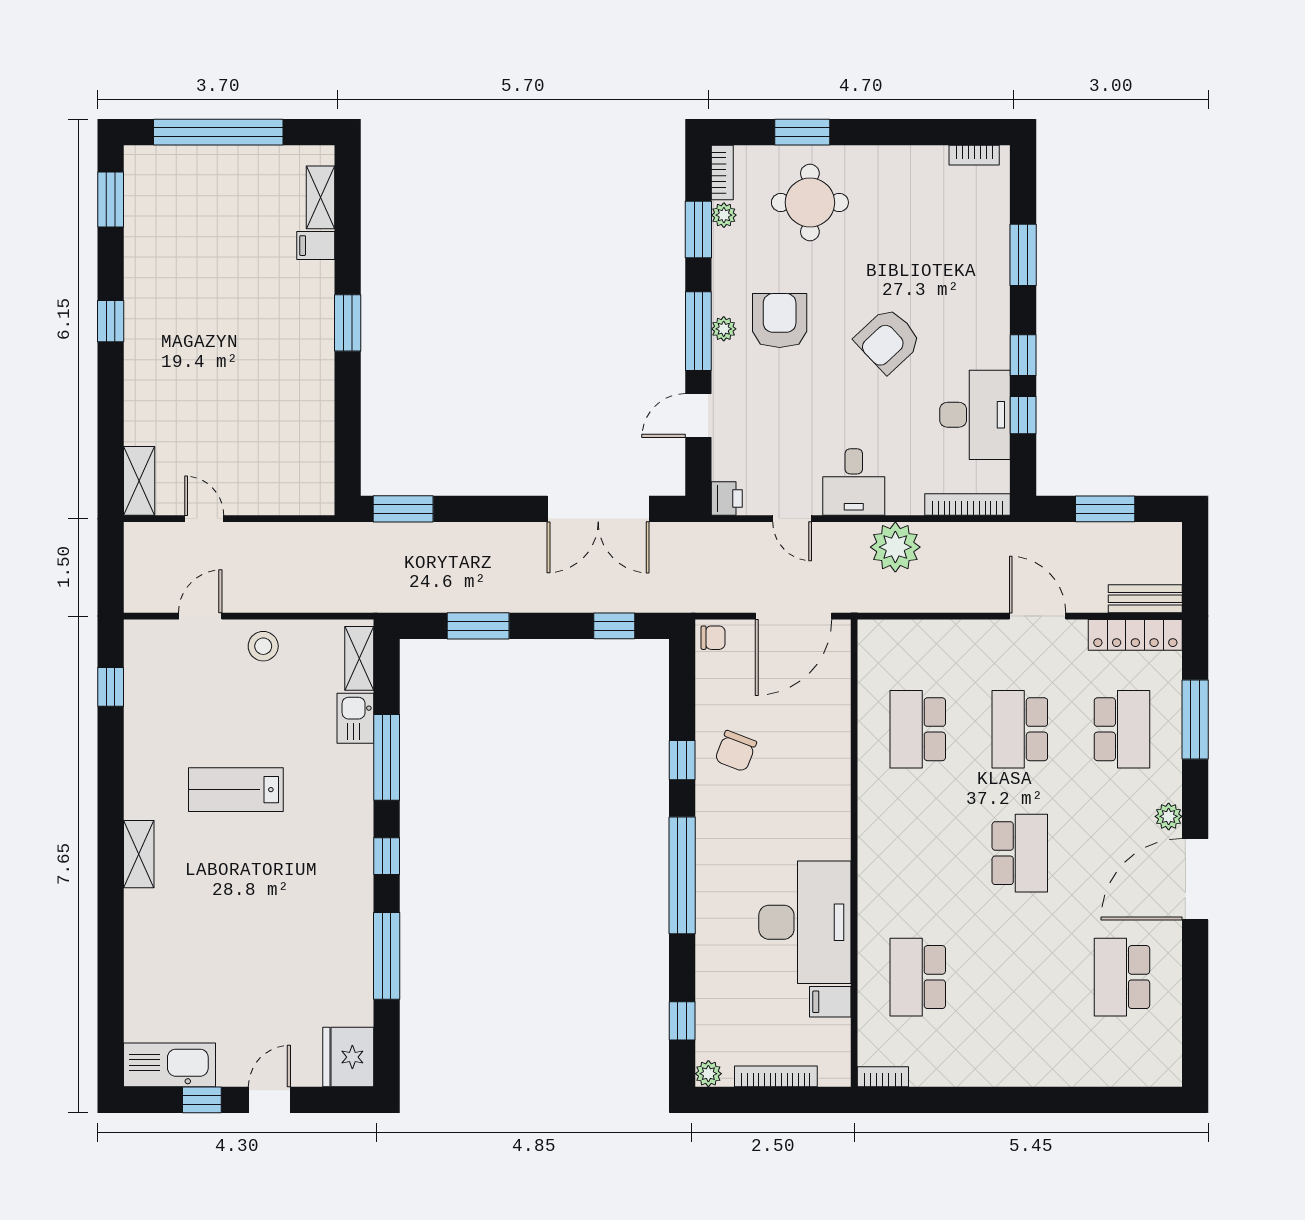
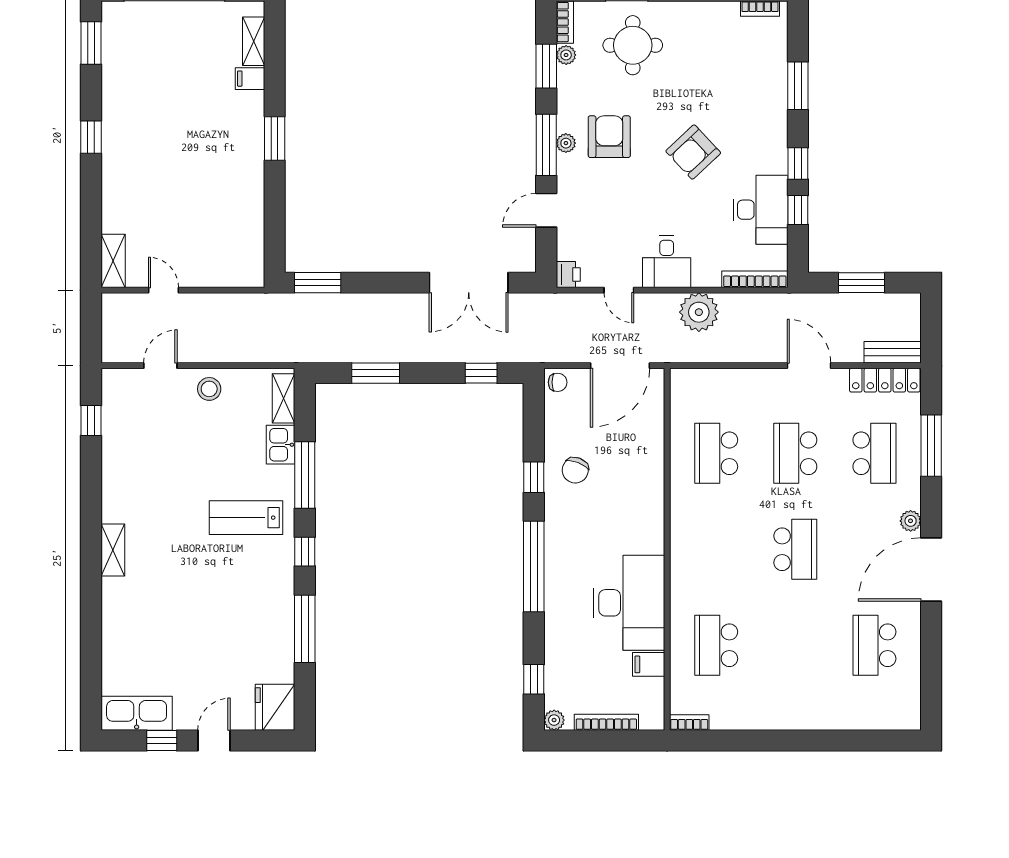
lab bench: (236, 790) -> (246, 518), moved

